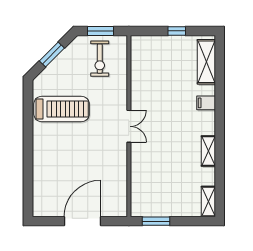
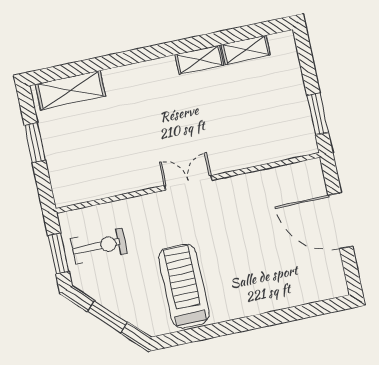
window: (177, 31) -> (35, 143), width x1.50
filing cabinet: (206, 103) -> (130, 78), removed
shelving: (208, 201) -> (246, 50), moved

